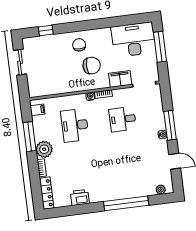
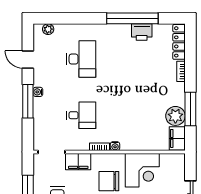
corner desk: (64, 79) -> (142, 170), added
filing cabinet: (38, 110) -> (177, 138), width x2.00
desk: (75, 125) -> (81, 59), moved
plant: (44, 149) -> (175, 116), moved
window: (126, 203) -> (132, 18), moved

